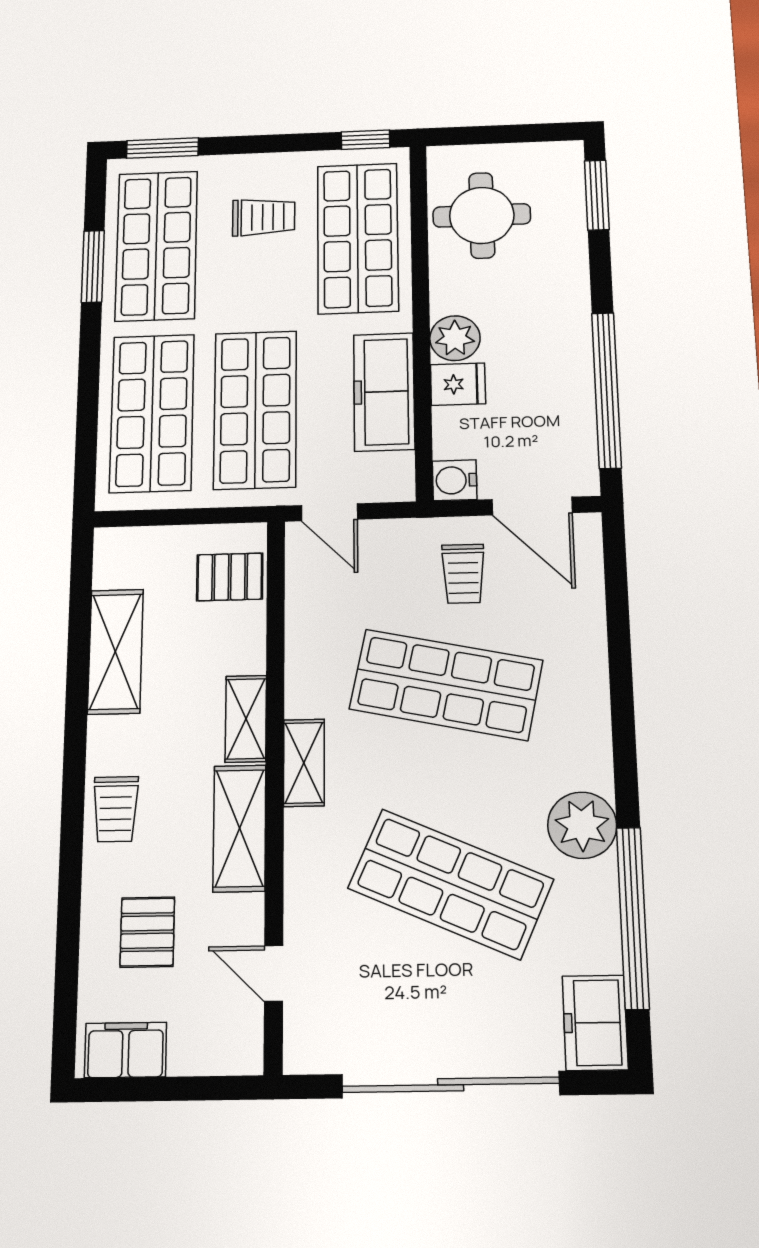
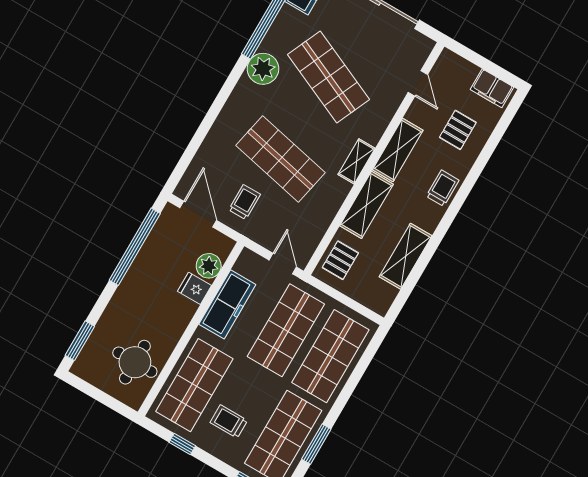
window: (366, 140) -> (182, 444), moved
plant: (455, 338) -> (209, 266), moved
water cooler: (455, 480) -> (223, 246), removed
pallet: (230, 577) -> (340, 260), turned 90
shelving: (246, 719) -> (366, 205), width x1.50, depth x1.33

